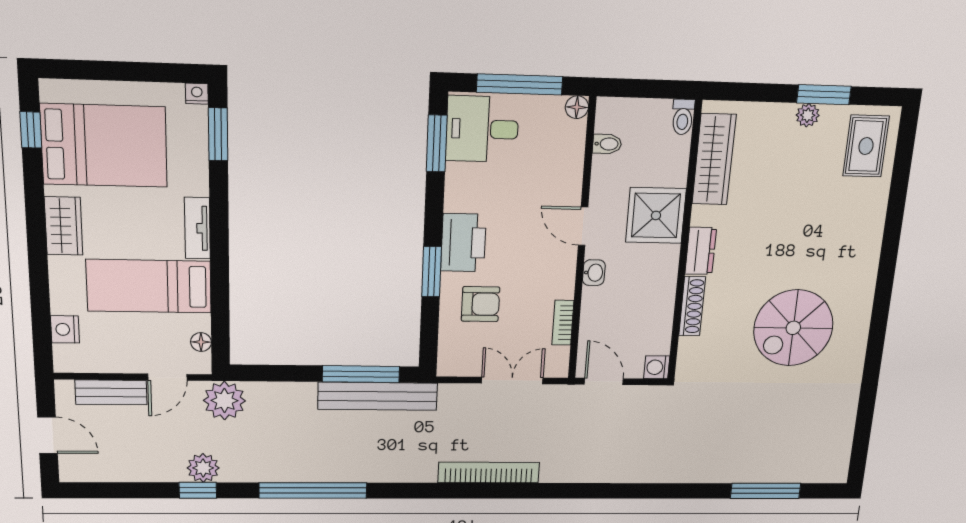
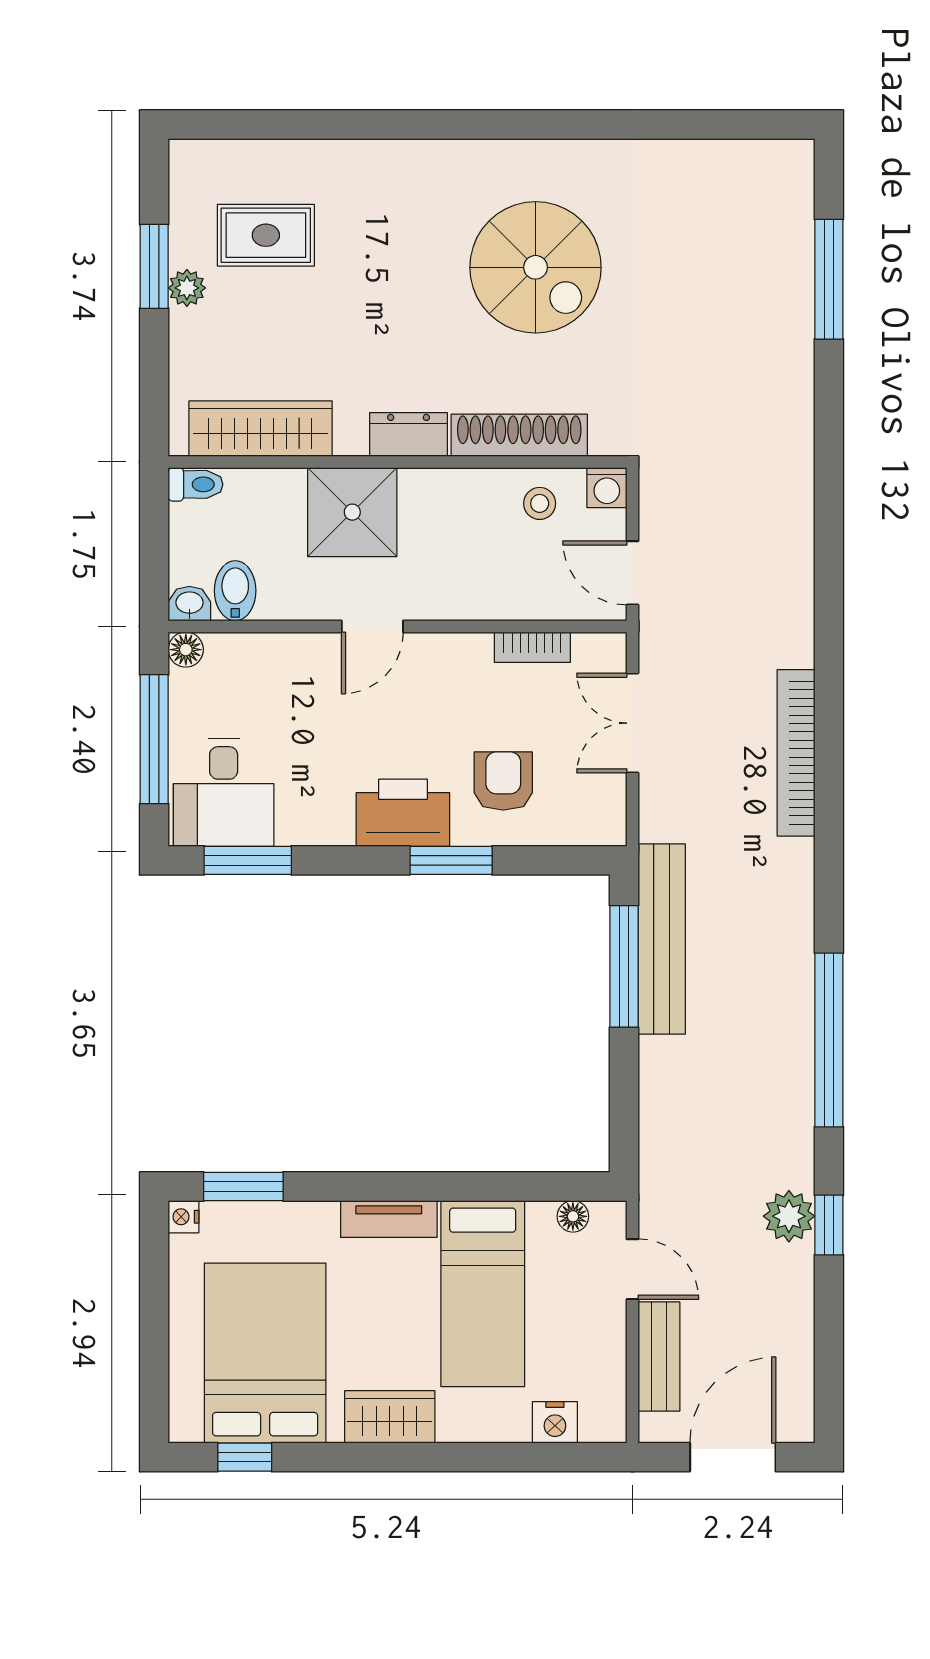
bidet: (607, 144) -> (235, 591), width x1.38, depth x1.36
rug: (866, 146) -> (266, 235), moved
washbasin: (594, 273) -> (189, 604), moved
shoe rack: (692, 306) -> (519, 435), width x1.36, depth x1.24
stool: (651, 328) -> (540, 503), added
door: (604, 381) -> (632, 573), hinge flipped
plant: (224, 401) -> (671, 1181), removed
door: (47, 435) -> (733, 1457), width x1.38

